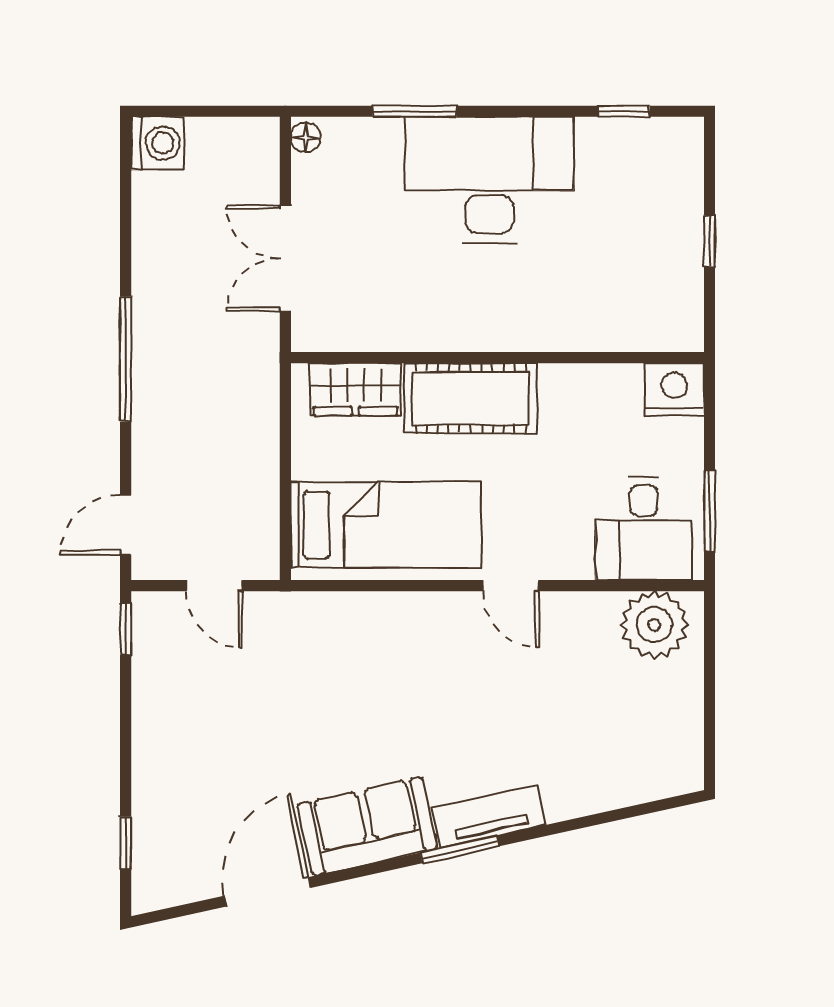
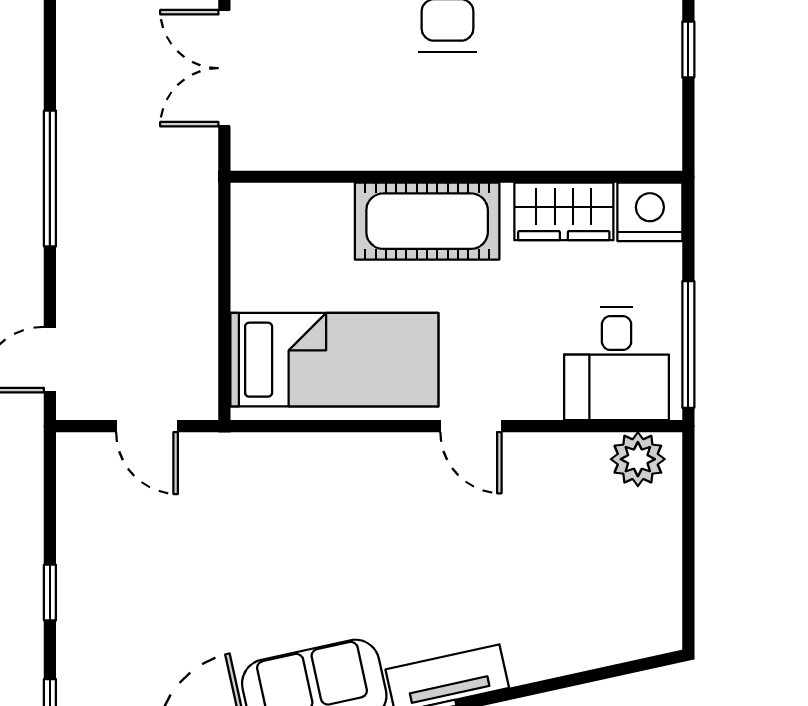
wardrobe: (356, 389) -> (564, 211), moved
window: (709, 511) -> (688, 344), width x1.44
plant: (654, 625) -> (638, 459), width x0.73, depth x0.73
window: (126, 629) -> (50, 593), moved

